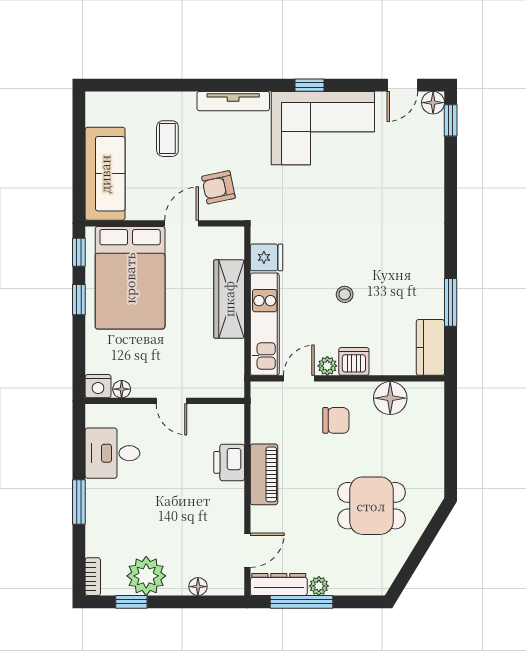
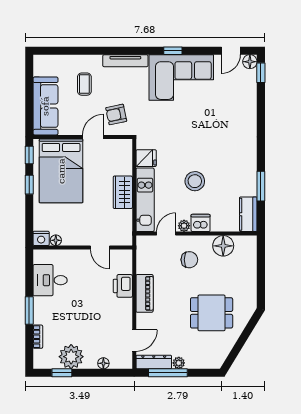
stool: (345, 294) -> (195, 181), width x1.89, depth x1.89
wardrobe: (229, 299) -> (123, 192), width x0.67
door: (171, 401) -> (100, 248), moved
bookcase: (93, 577) -> (38, 337), moved

